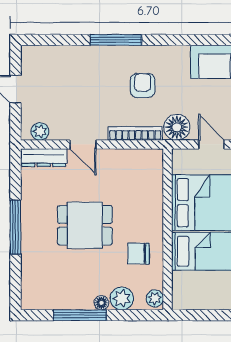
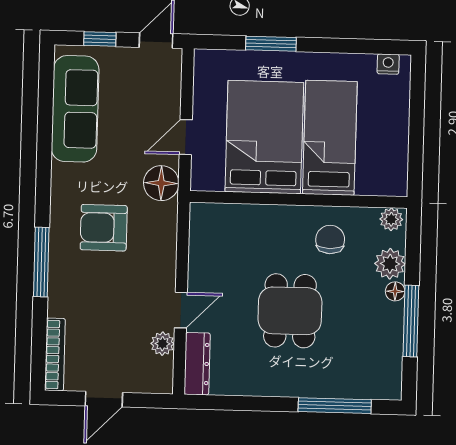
armchair: (143, 85) -> (104, 228), width x1.38, depth x1.38
plant: (40, 131) -> (162, 344), moved
bookcase: (135, 133) -> (55, 355), moved, turned 180
window: (15, 227) -> (335, 406), moved
chair: (139, 254) -> (330, 239), turned 180

